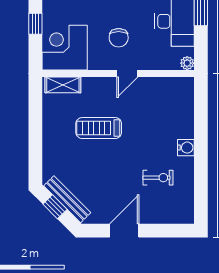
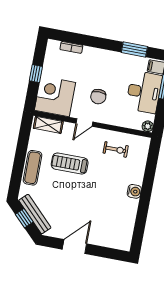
door: (127, 73) -> (84, 123), moved
exercise mat: (53, 142) -> (33, 168), added
exercise bike: (158, 178) -> (116, 149), moved

